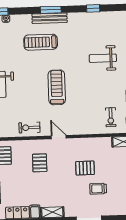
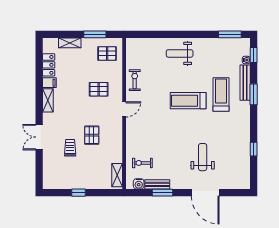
window: (51, 10) -> (254, 94), moved
bench: (50, 18) -> (245, 83), moved
treadmill: (57, 87) -> (188, 101), moved, turned 180

